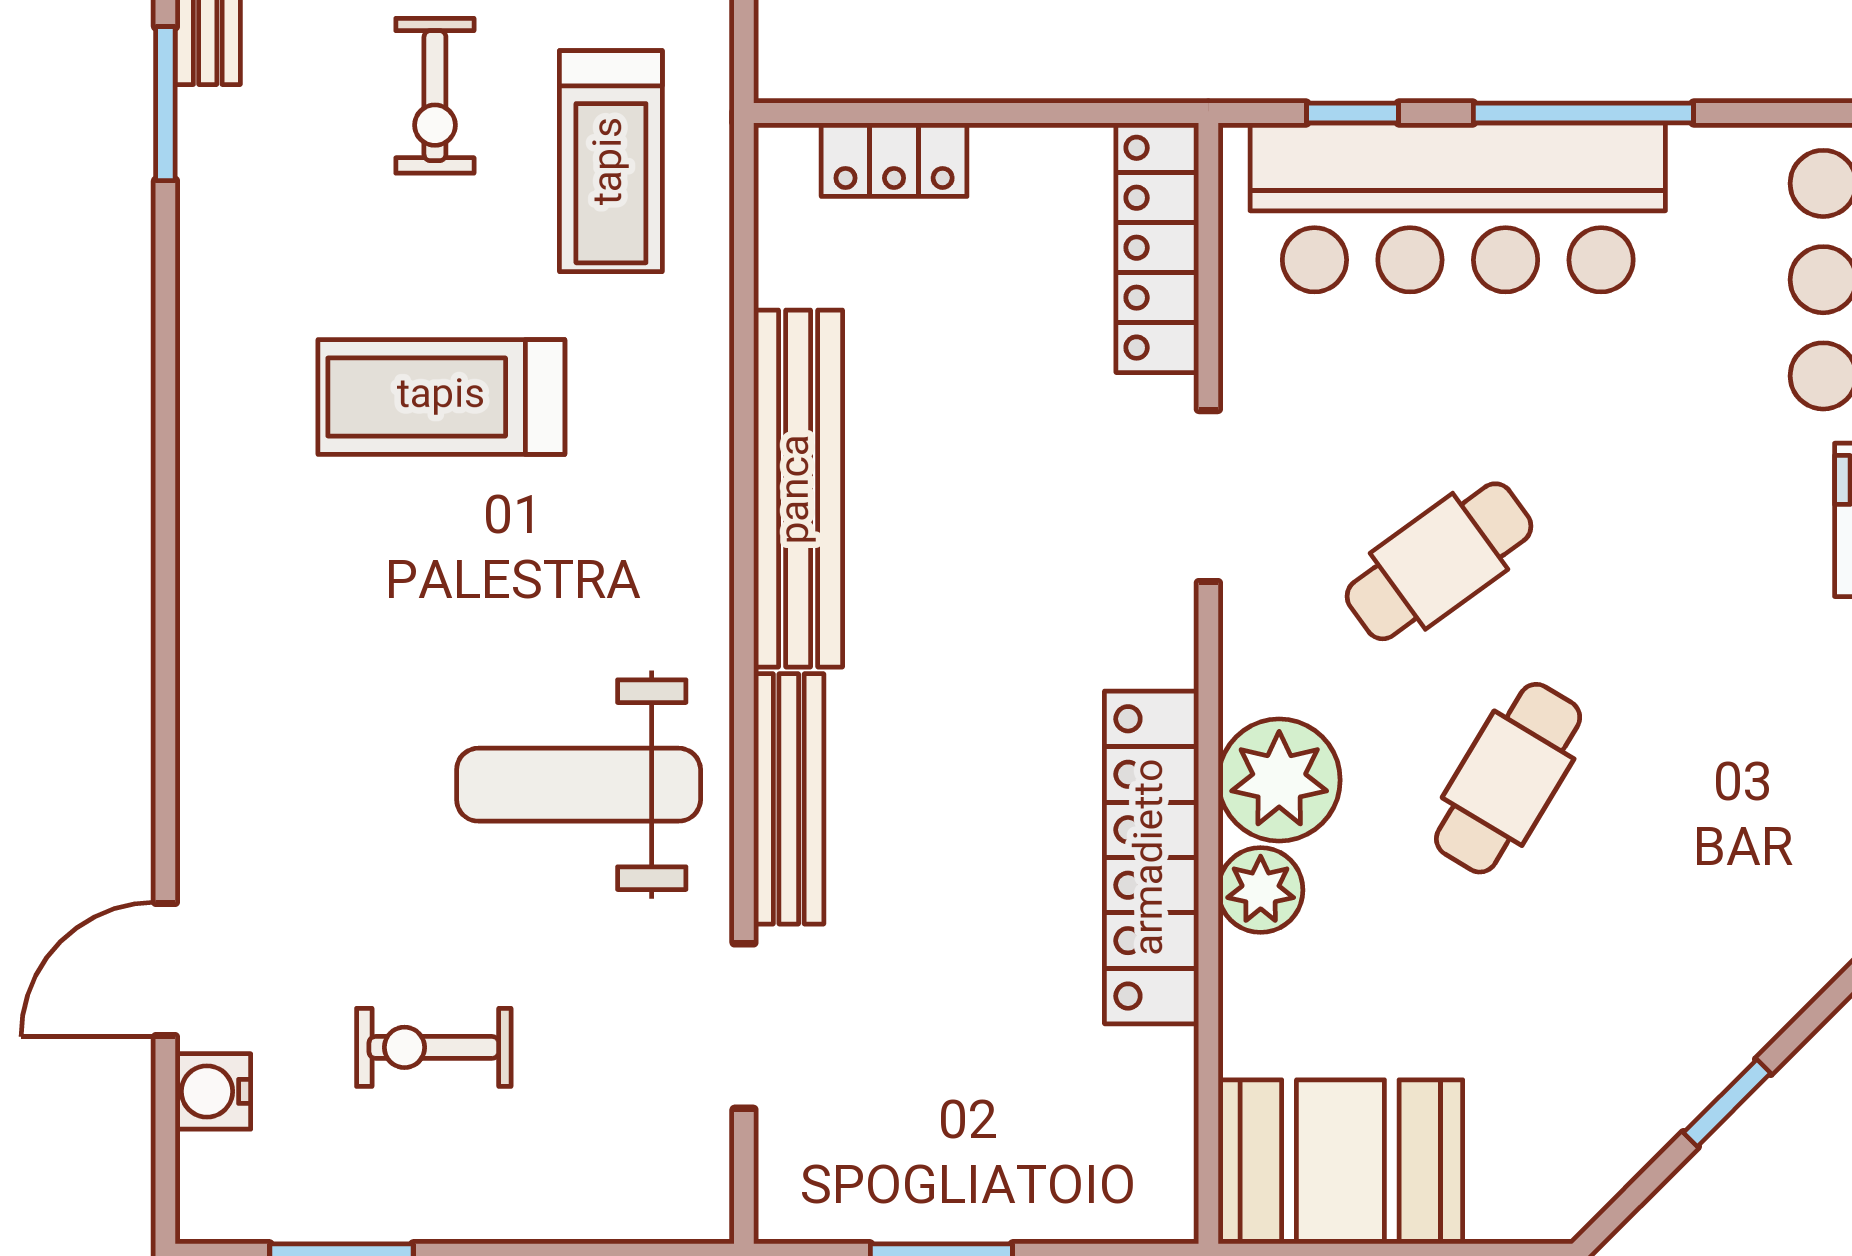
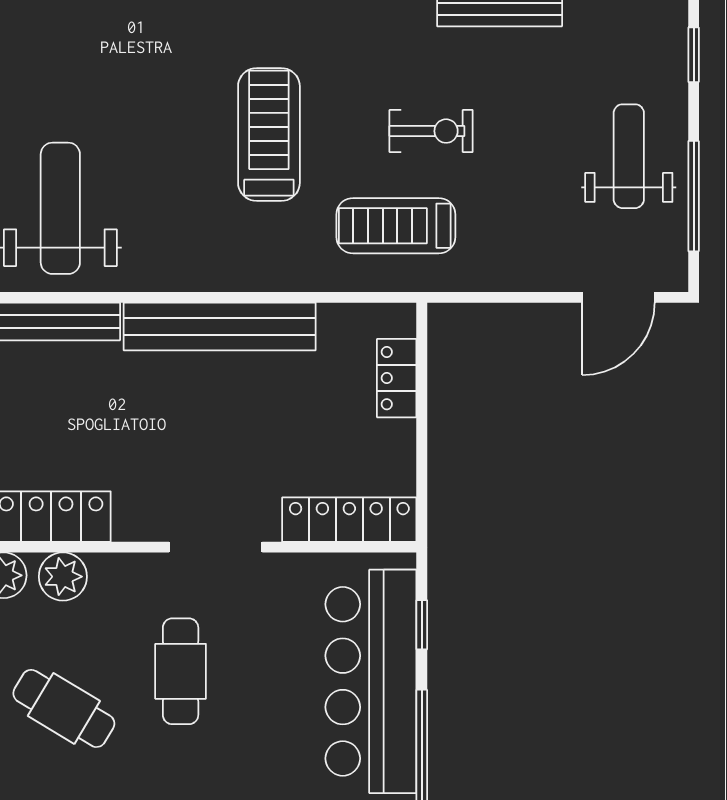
exercise bike: (435, 96) -> (431, 131), turned 180
cafe table: (1439, 561) -> (181, 671), turned 36
plant: (1279, 780) -> (63, 577), width x0.73, depth x0.73

